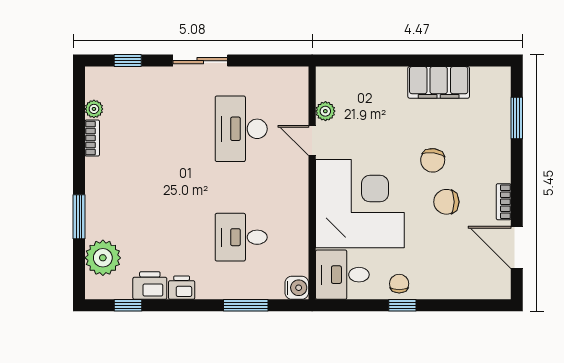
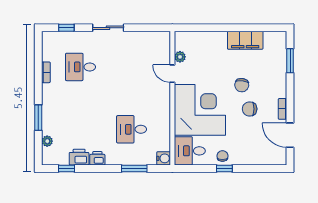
plant: (94, 109) -> (47, 56), removed
desk: (241, 129) -> (80, 67), moved, width x0.73
plant: (103, 258) -> (47, 141), width x0.53, depth x0.53

